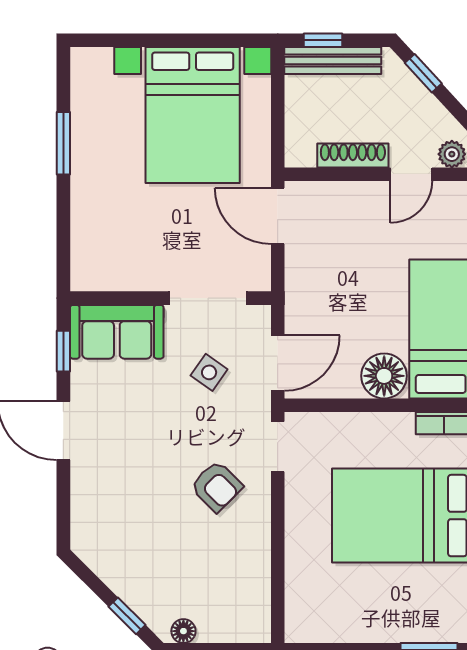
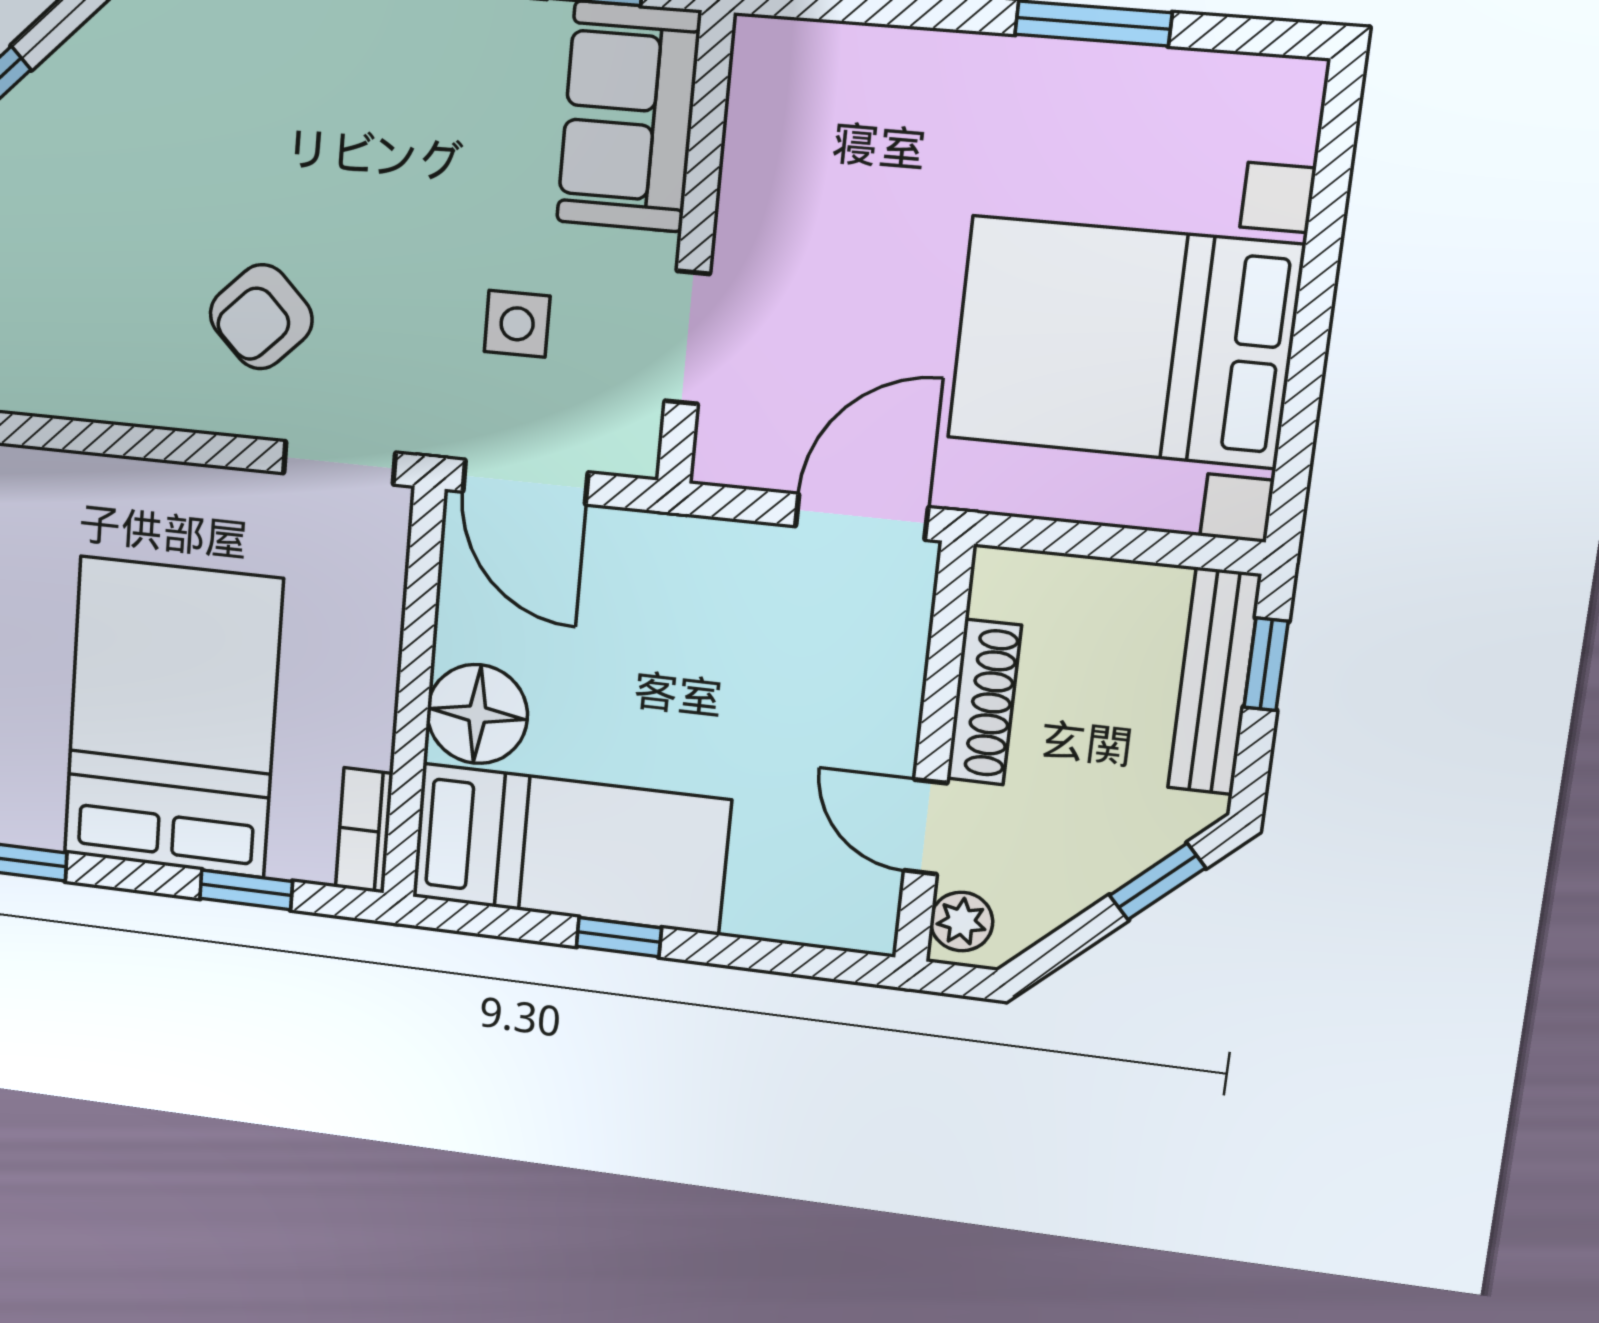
doorway: (208, 298) -> (687, 338), width x0.73
side table: (209, 372) -> (517, 324), turned -35

